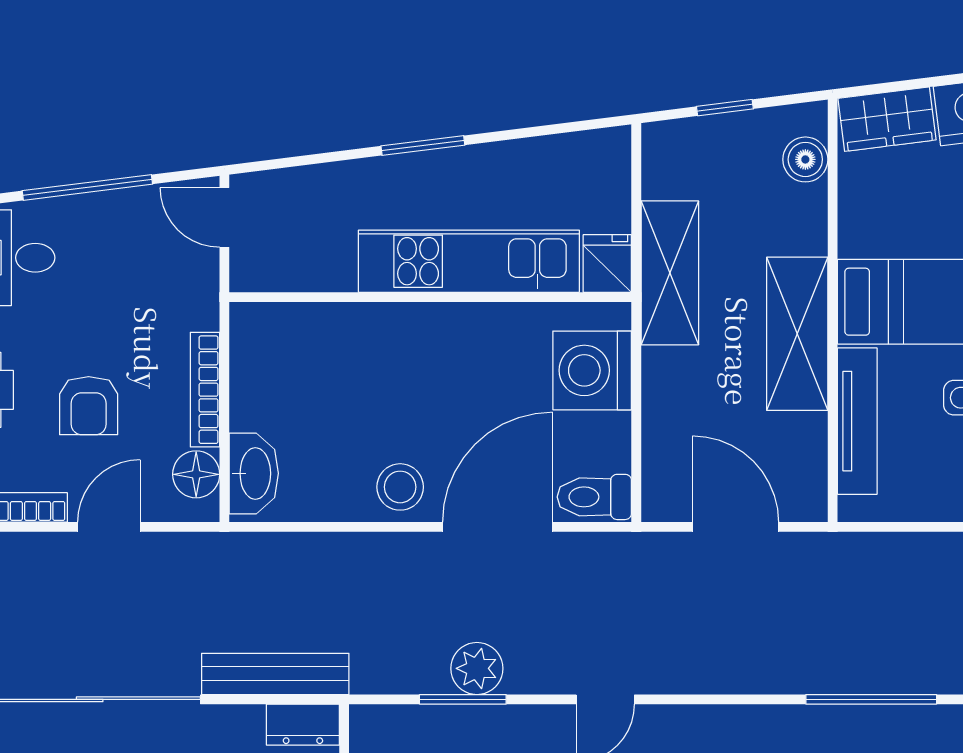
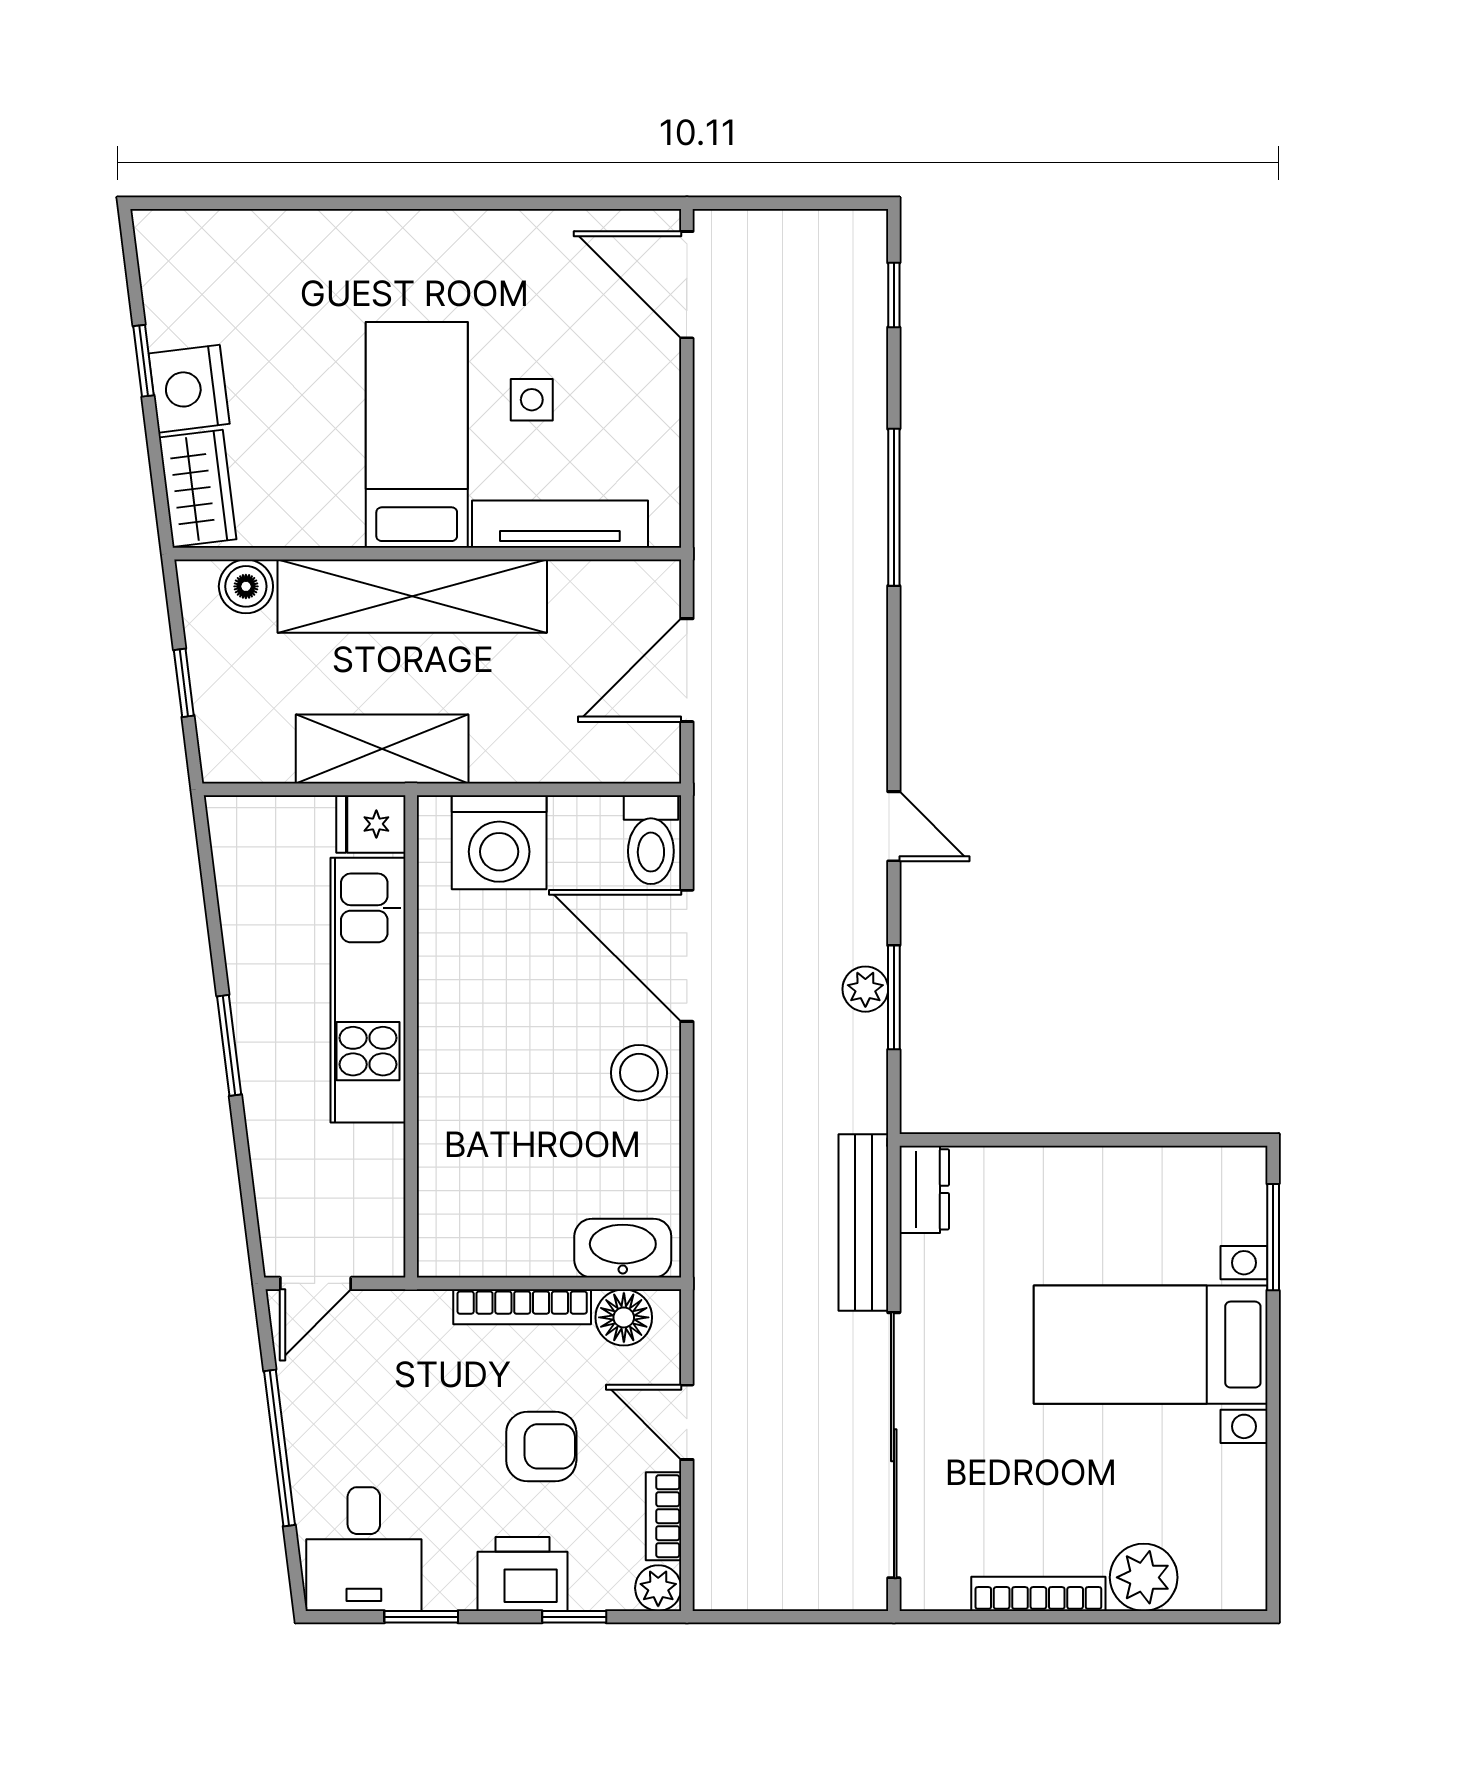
shelving: (797, 334) -> (412, 596), width x1.47
plant: (477, 668) -> (865, 989), width x0.73, depth x0.73

